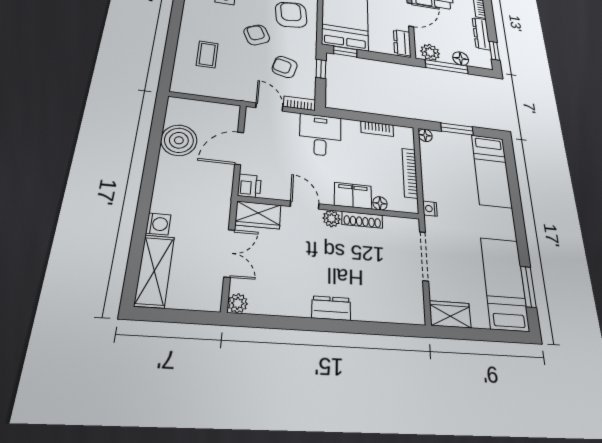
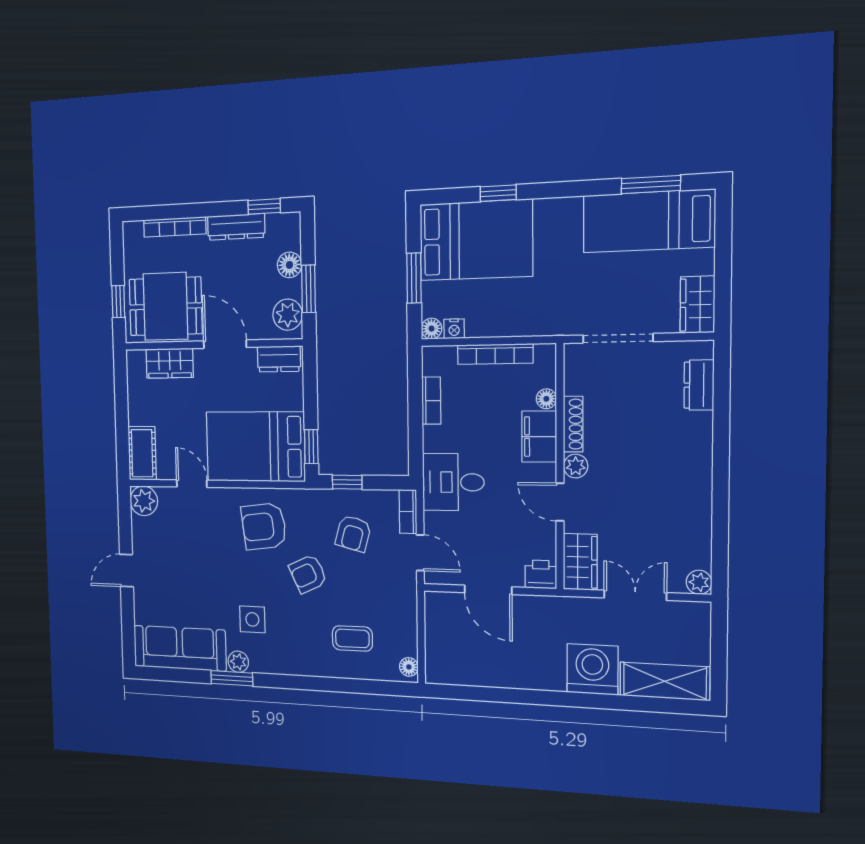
window: (447, 67) -> (309, 289), width x0.69
floor lamp: (182, 87) -> (409, 667), added
door: (269, 107) -> (420, 553), swing flipped
boiler: (179, 140) -> (487, 666), removed
bed: (492, 171) -> (476, 240), width x1.50
window: (514, 187) -> (498, 193), added
door: (305, 205) -> (560, 502), hinge flipped
nightstand: (430, 209) -> (454, 329), moved
washing machine: (158, 224) -> (592, 669), width x1.89, depth x1.89
dresser: (331, 308) -> (699, 385), moved

